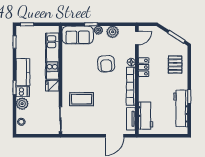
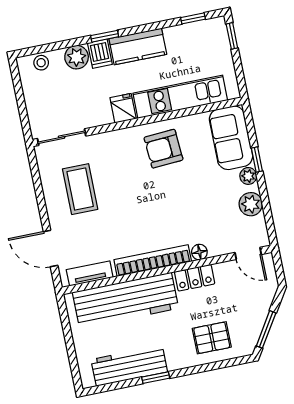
armchair: (106, 64) -> (163, 149), moved
coffee table: (82, 99) -> (80, 189), moved
workbench: (146, 116) -> (126, 300), width x1.88, depth x1.32

